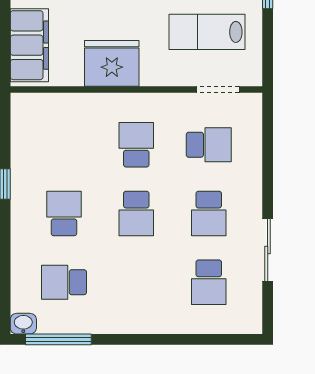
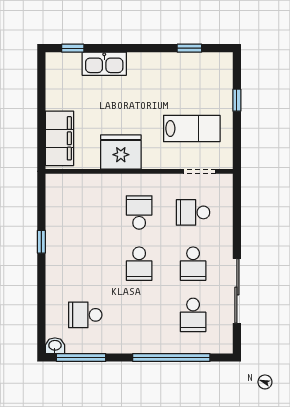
lab bench: (207, 32) -> (192, 128), turned 180
school desk: (209, 145) -> (193, 212), turned 180
school desk: (64, 213) -> (85, 264), removed
sliding door: (268, 250) -> (237, 291), width x1.37
window: (179, 339) -> (171, 358), added

